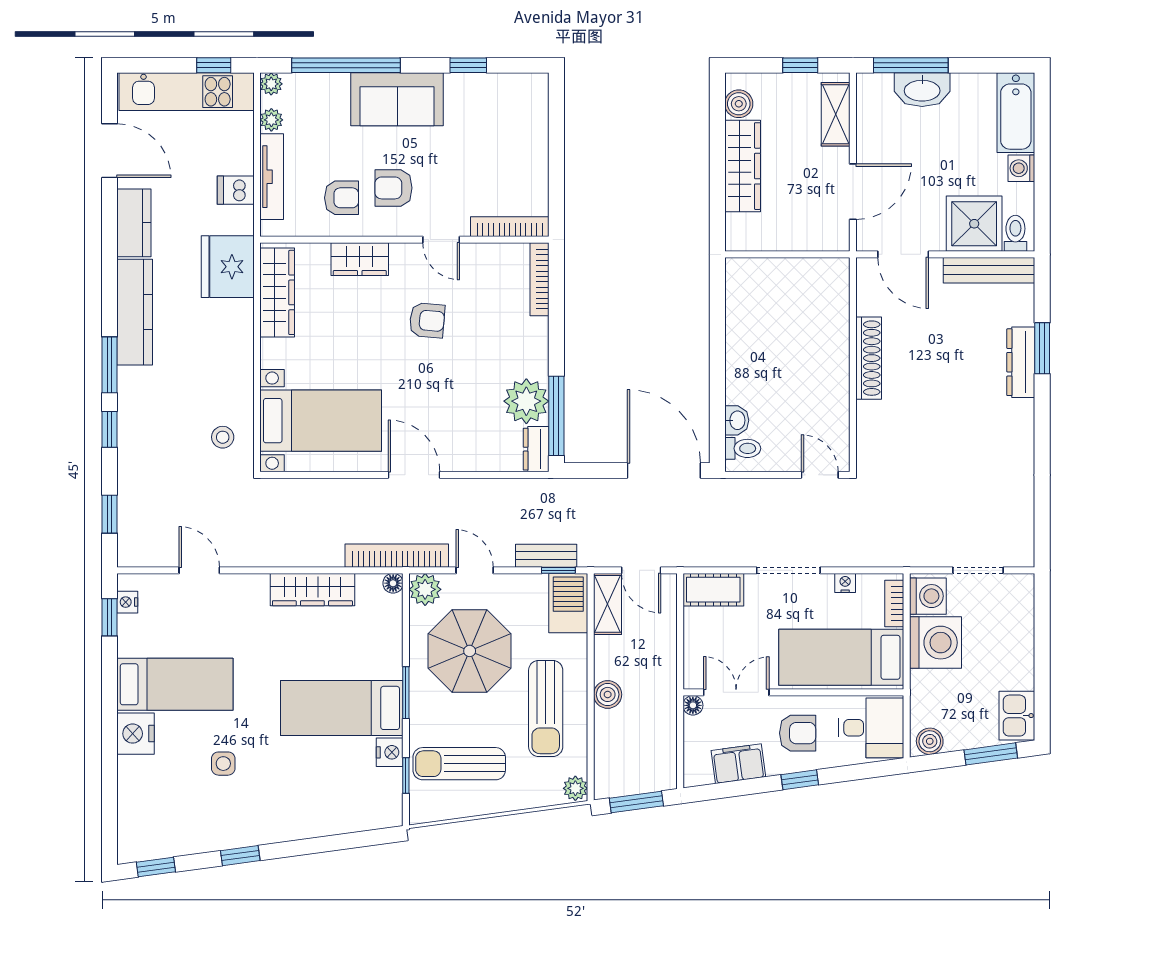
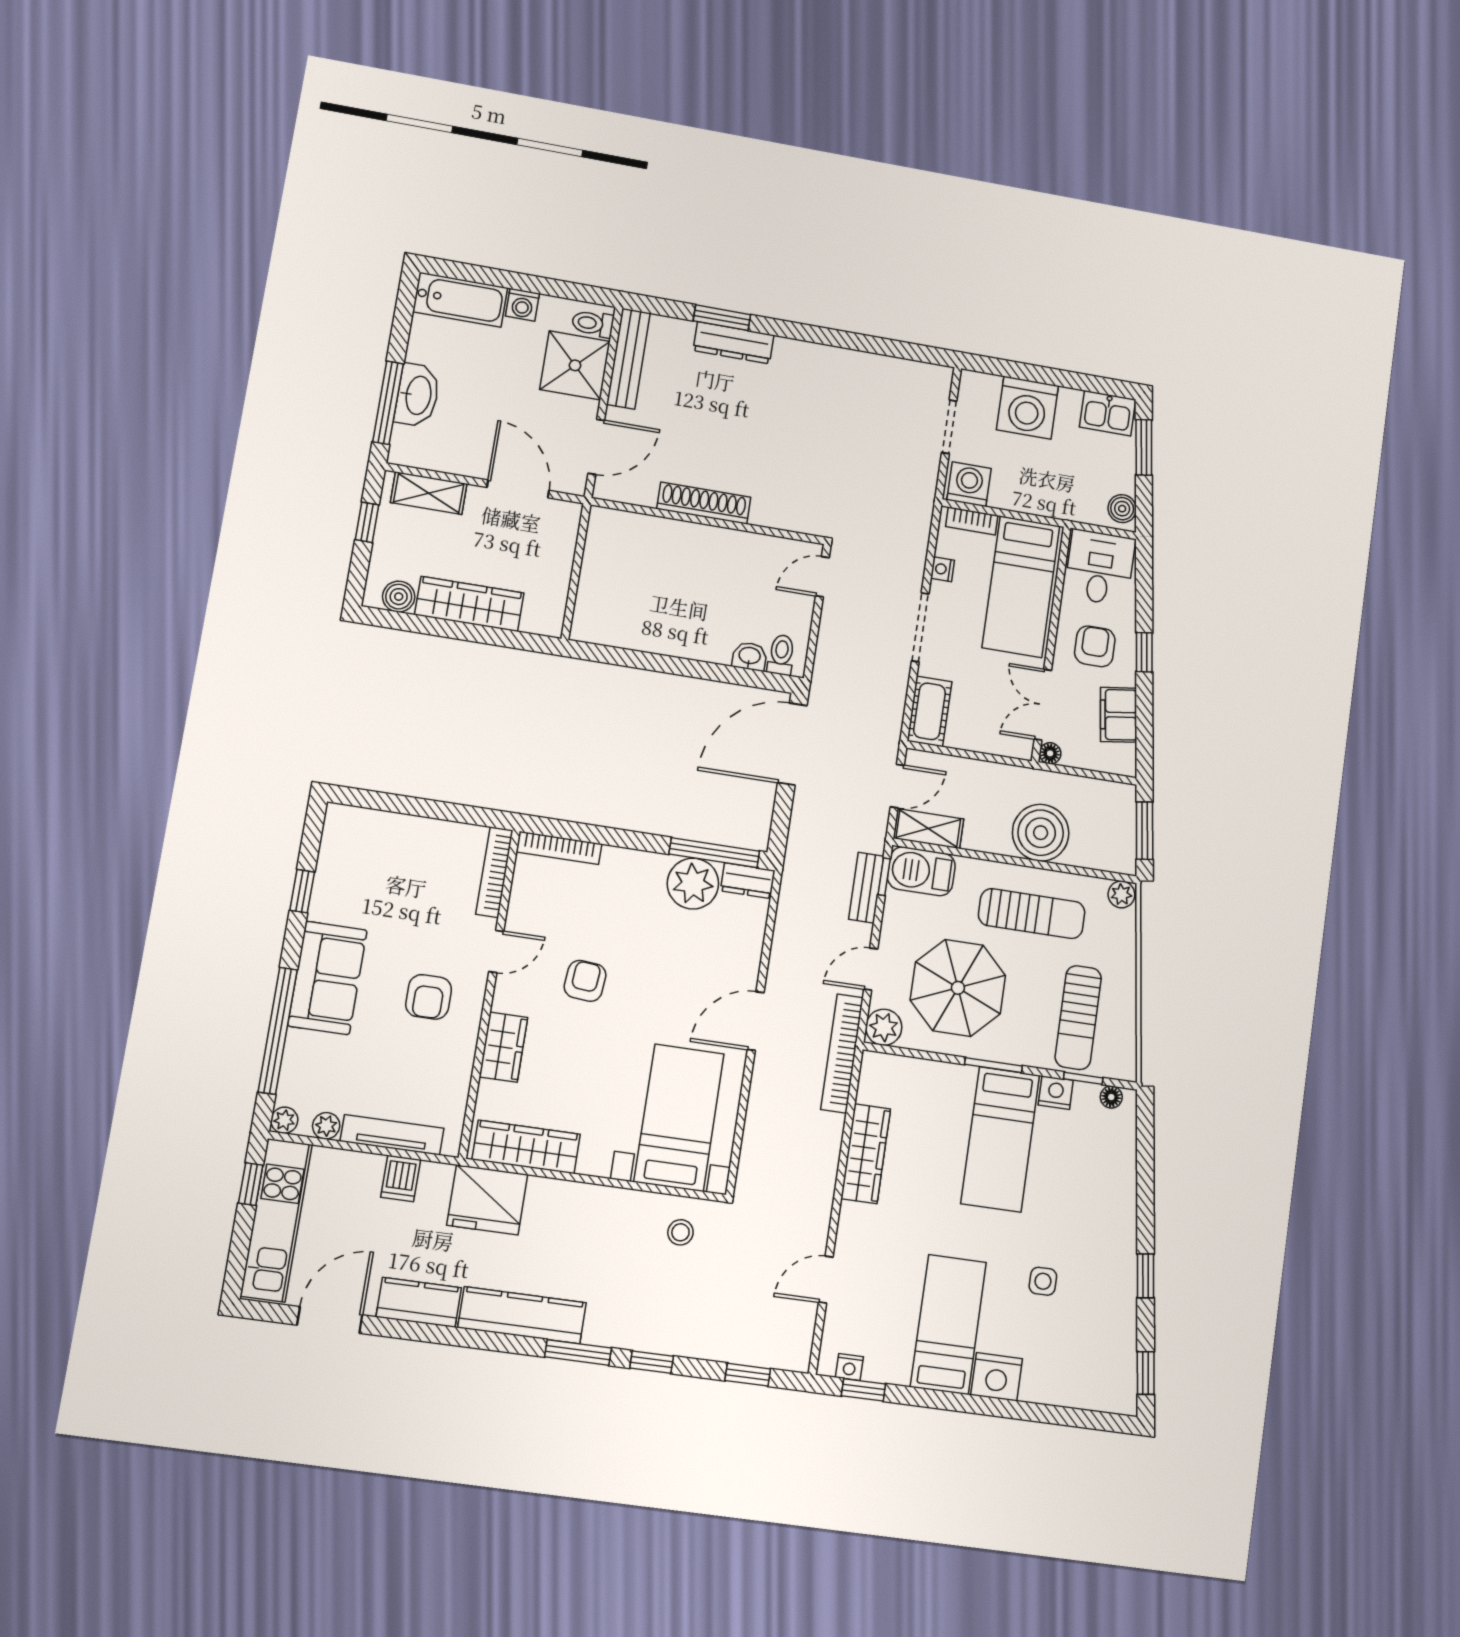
armchair: (342, 198) -> (430, 1058), removed
floor lamp: (393, 583) -> (1111, 1097), moved
washing machine: (935, 643) -> (1027, 408), moved, turned 180
boiler: (608, 694) -> (1041, 833), width x1.86, depth x1.86

